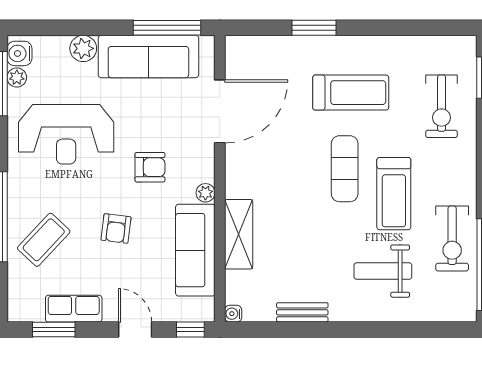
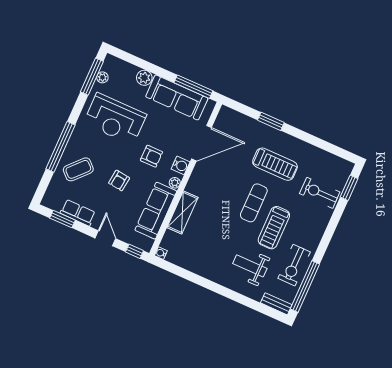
water cooler: (19, 53) -> (181, 165), moved, turned 180
exercise bike: (442, 106) -> (320, 193), turned 90
bench: (302, 312) -> (276, 304), moved

